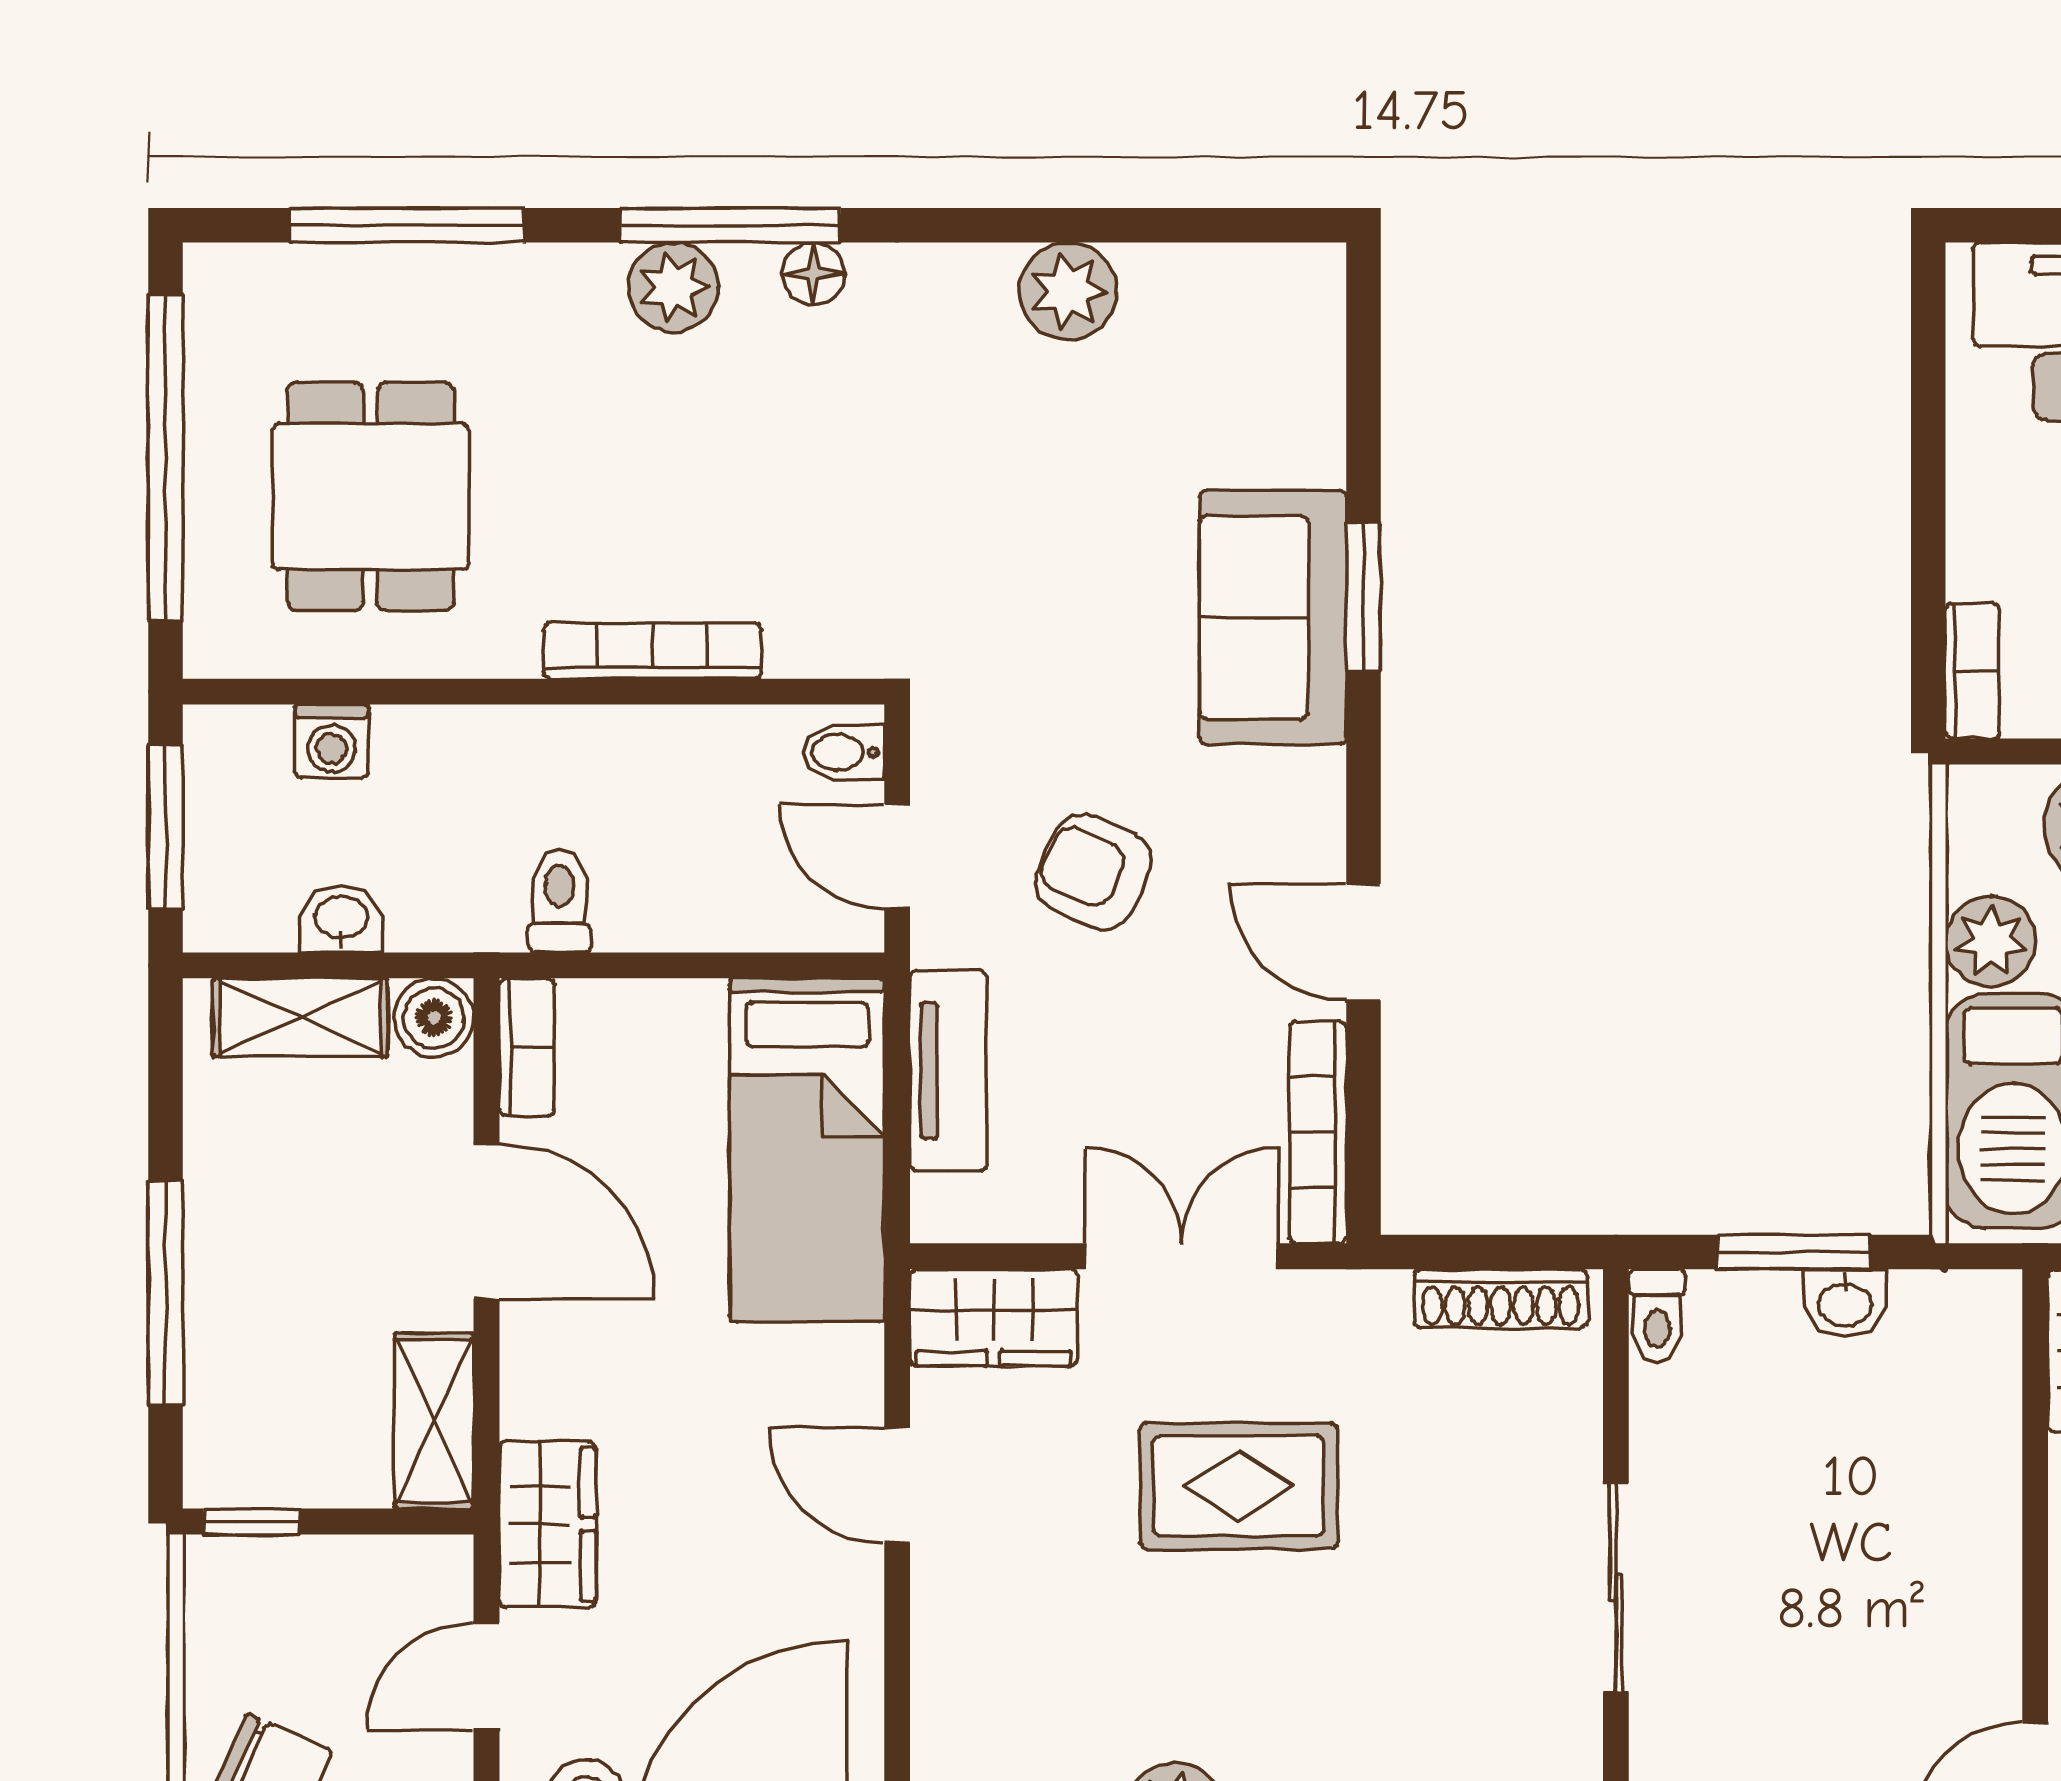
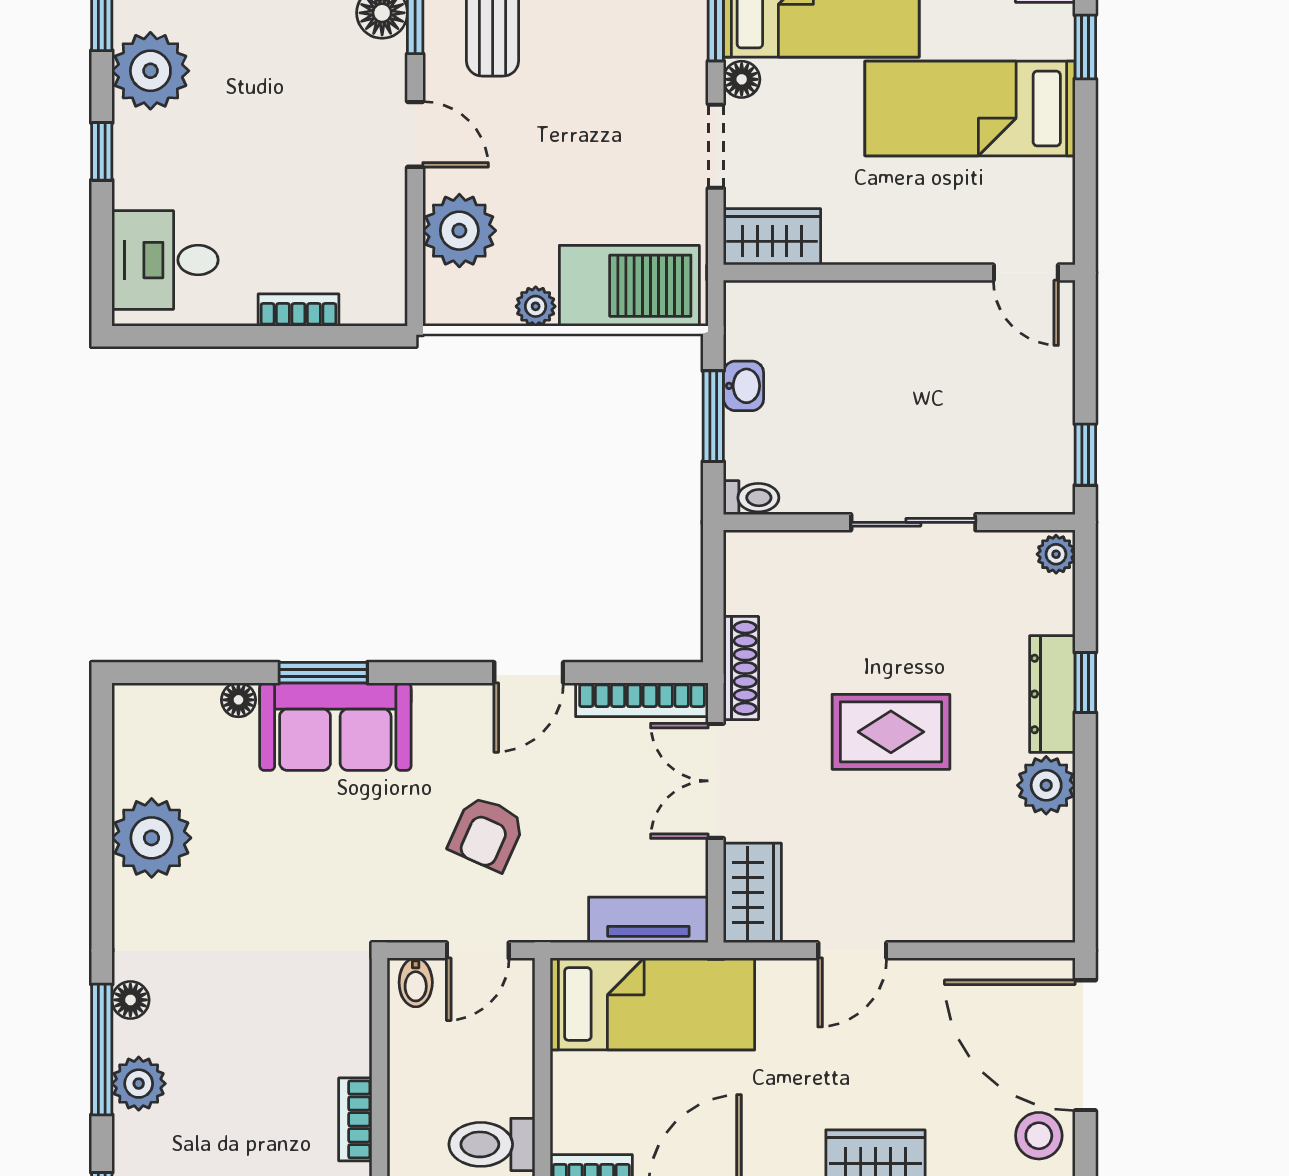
plant: (1068, 291) -> (152, 838), width x1.36, depth x1.36
floor lamp: (1318, 455) -> (238, 700), added
bookcase: (653, 651) -> (355, 1119), width x0.64
bookcase: (1972, 671) -> (298, 310), moved
toilet: (559, 900) -> (492, 1144), width x1.37, depth x1.39
plant: (1991, 941) -> (536, 306), width x0.73, depth x0.73
tv unit: (948, 1071) -> (648, 920), moved
shoe rack: (1501, 1299) -> (741, 668), moved
rug: (1239, 1486) -> (891, 732), moved, turned 90

